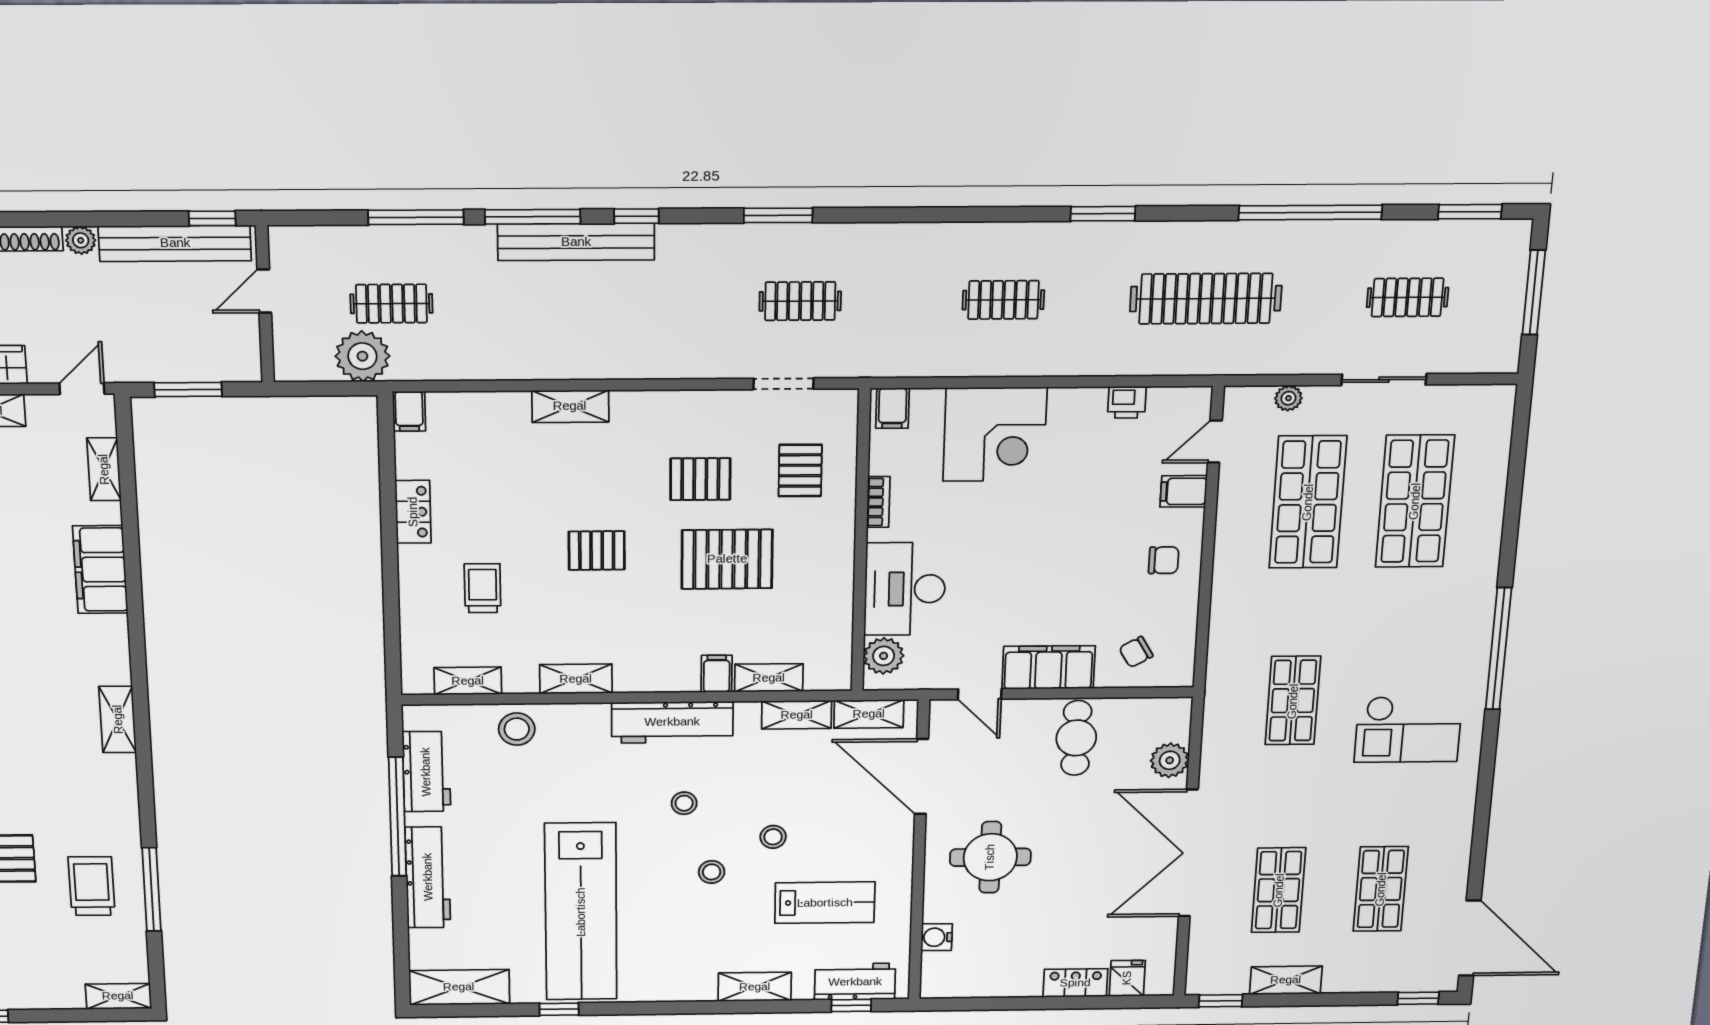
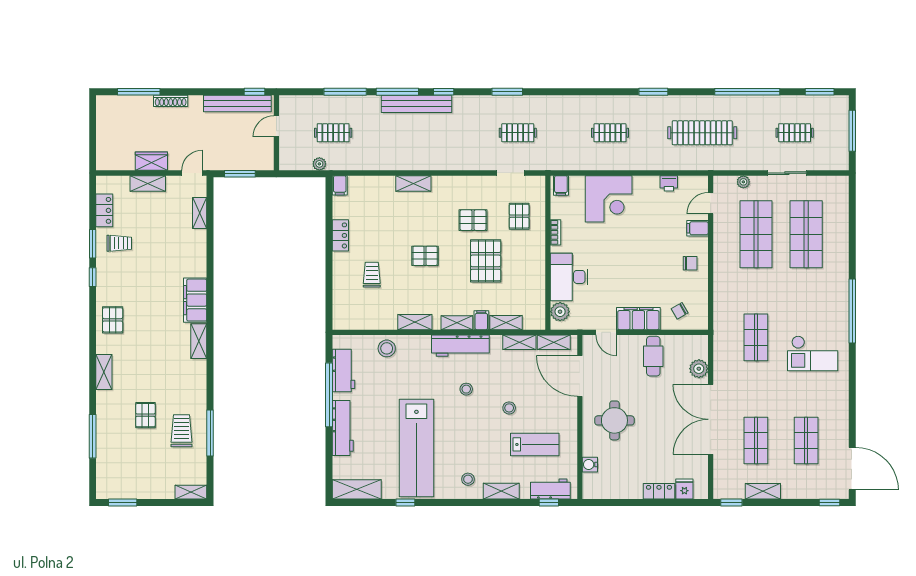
plant: (81, 240) -> (196, 102), removed
plant: (362, 356) -> (319, 164), width x0.53, depth x0.53
pallet: (727, 559) -> (486, 261), turned 90
filing cabinet: (100, 570) -> (195, 300), moved
shelving: (468, 681) -> (457, 323), moved
stool: (712, 872) -> (468, 479), moved

